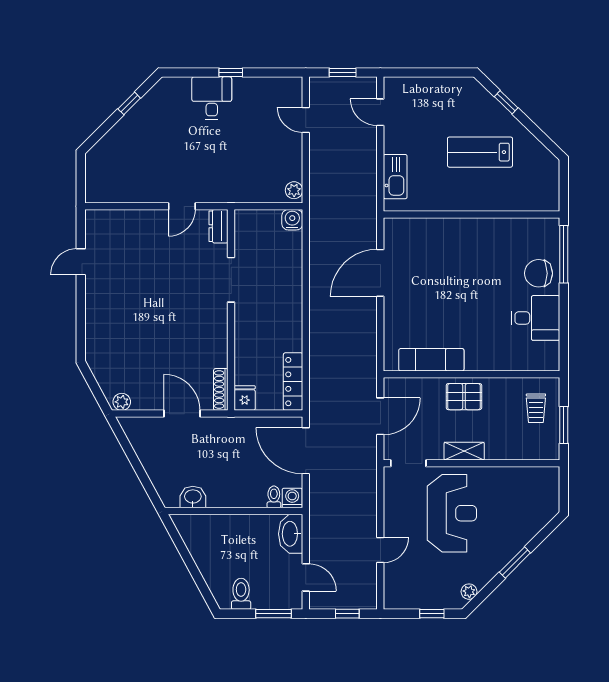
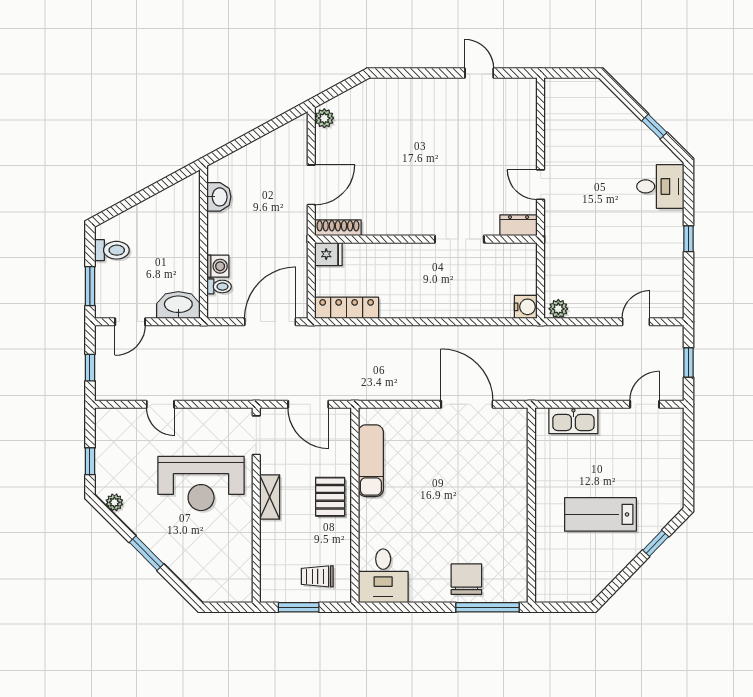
desk: (212, 98) -> (660, 186), moved
lab bench: (480, 152) -> (600, 514), turned -90
desk: (535, 318) -> (383, 576), moved
washing machine: (292, 498) -> (218, 266), moved

